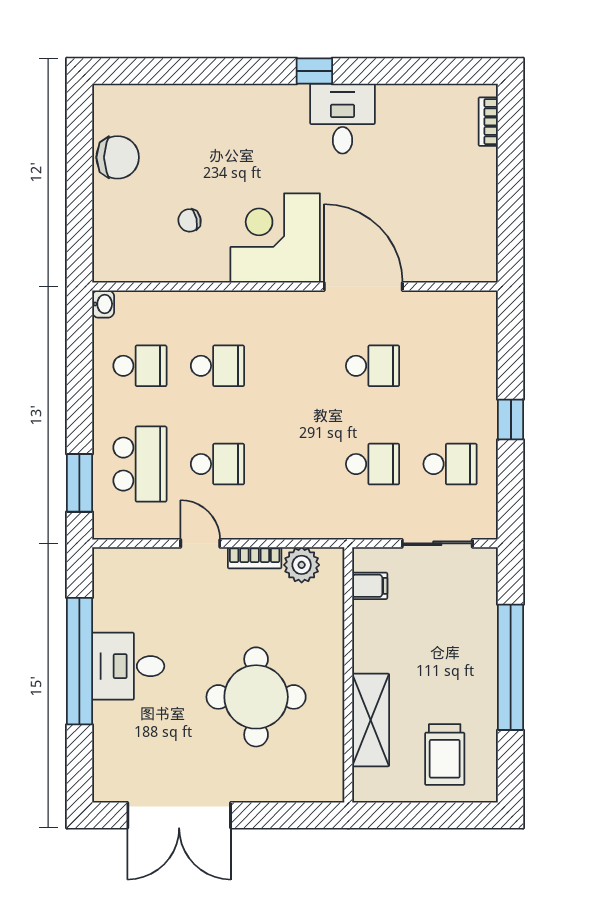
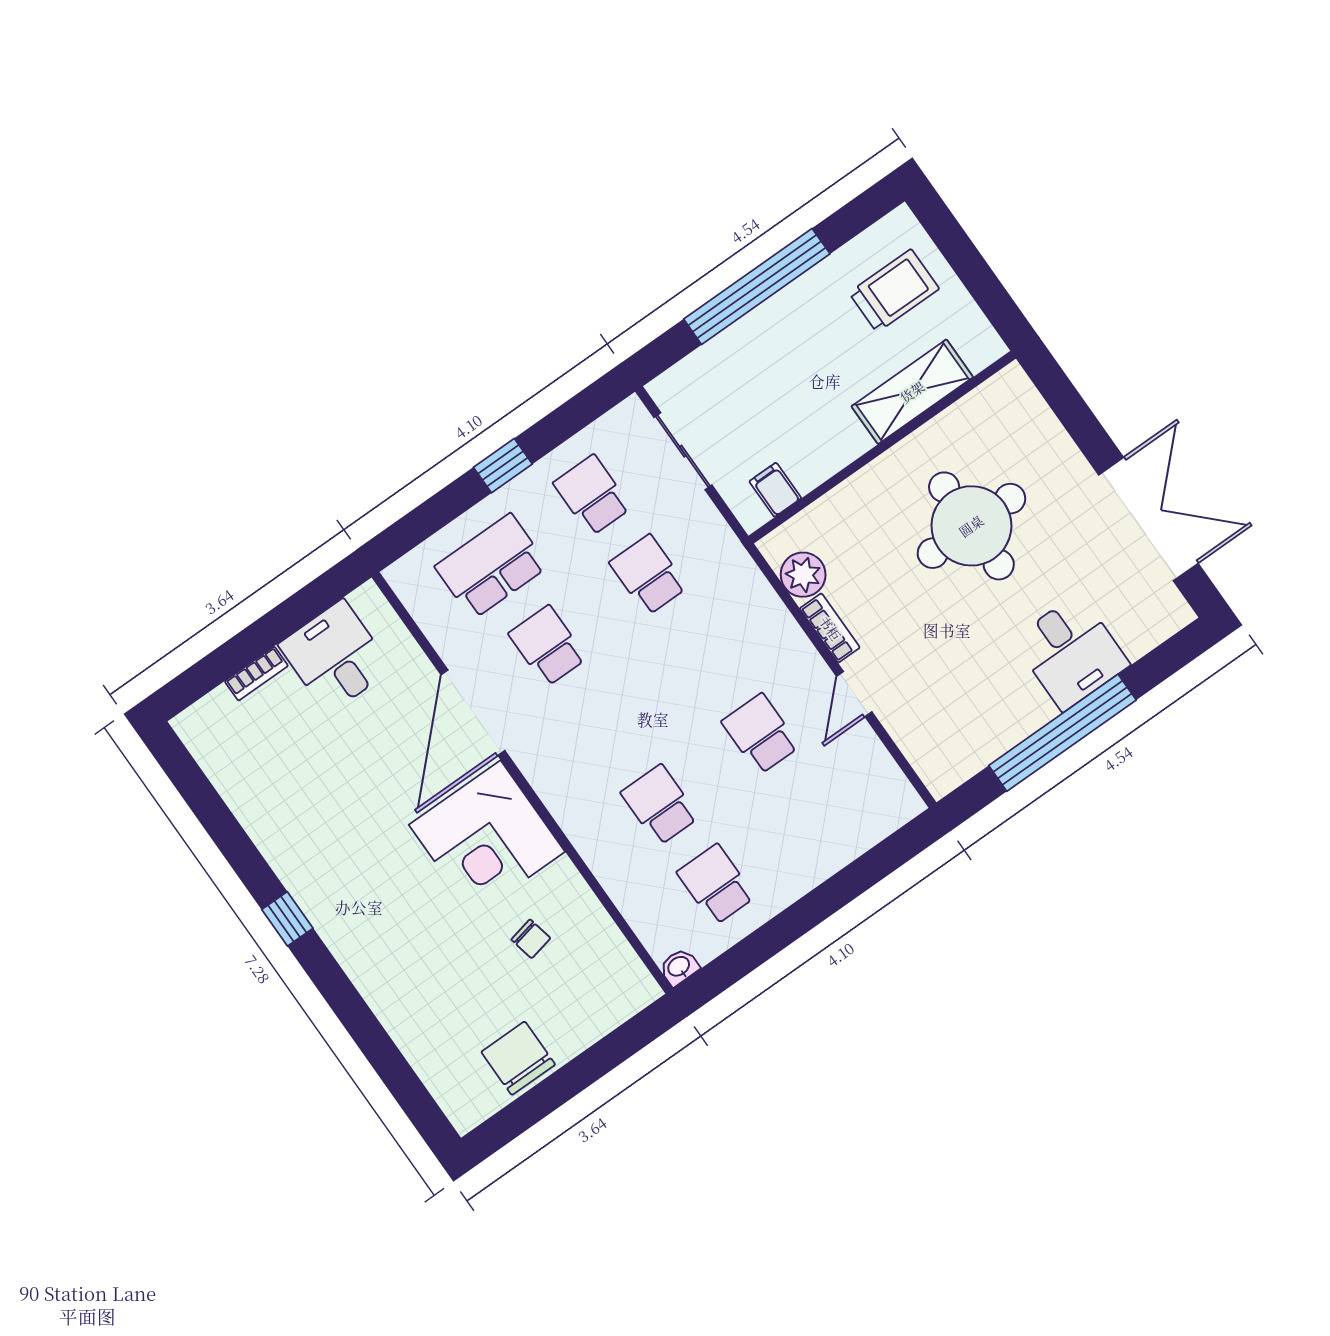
desk: (343, 119) -> (335, 657), moved, turned 90
bookcase: (488, 122) -> (256, 674), moved
school desk: (140, 464) -> (491, 566), moved
window: (79, 483) -> (880, 862), removed
desk: (128, 666) -> (1071, 652), moved

